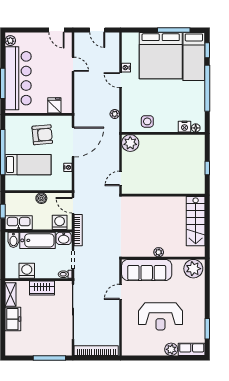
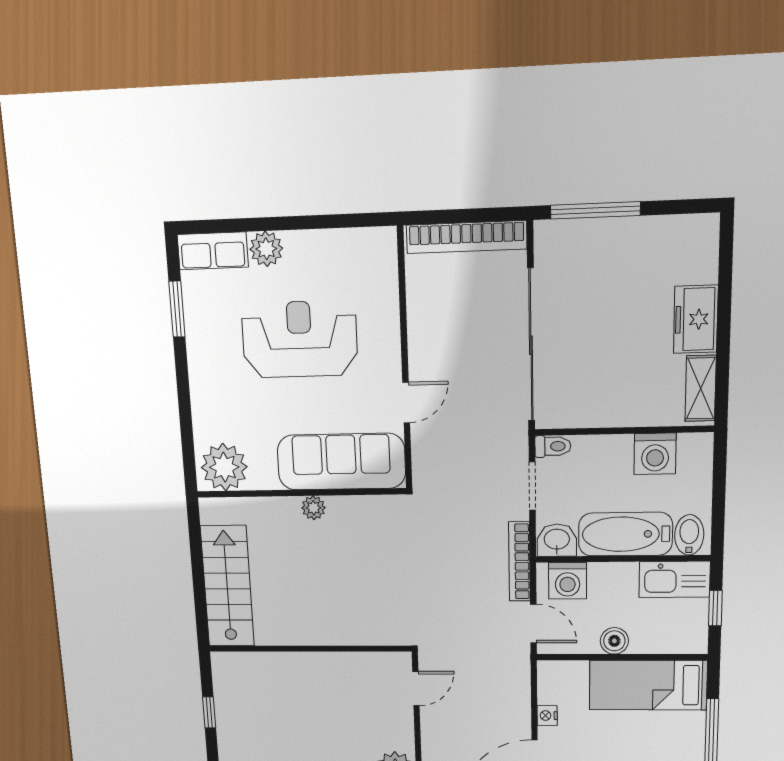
bed: (28, 165) -> (648, 685), moved
wardrobe: (42, 288) -> (615, 408), removed

